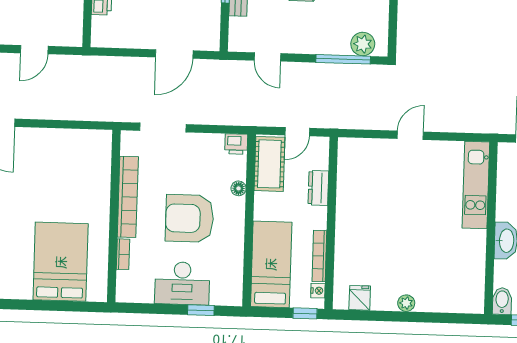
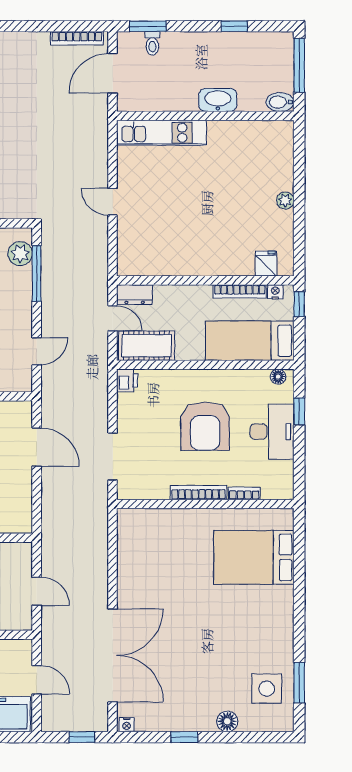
floor lamp: (239, 188) -> (278, 377), moved
dresser: (318, 188) -> (135, 295), moved
bookcase: (128, 197) -> (199, 493), width x0.68, depth x0.76
fridge: (360, 298) -> (266, 264), moved, turned 90

